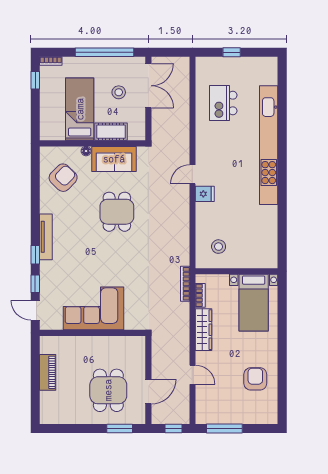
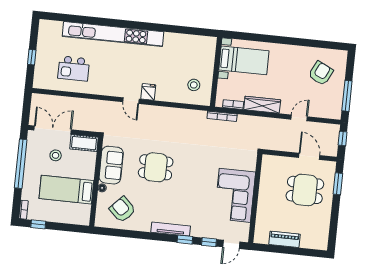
cot: (111, 132) -> (84, 143), moved, turned 90
armchair: (255, 379) -> (321, 73), moved, turned 116

